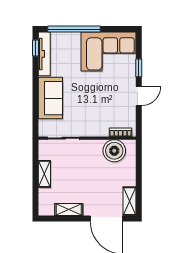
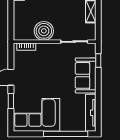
window: (35, 48) -> (98, 60), moved
boiler: (114, 151) -> (44, 31), moved

